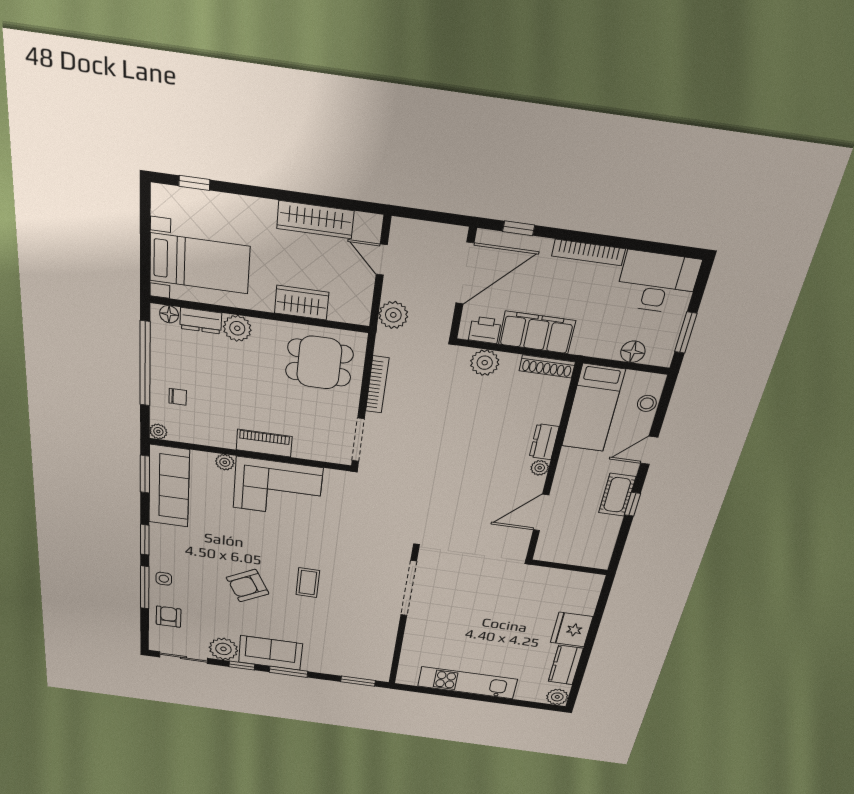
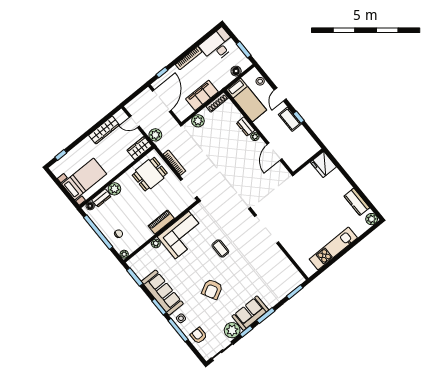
wardrobe: (302, 303) -> (139, 148), moved
printer: (485, 330) -> (186, 111), removed
sofa: (169, 486) -> (162, 293), moved
coffee table: (308, 583) -> (220, 248), moved
fridge: (572, 630) -> (323, 164), moved

